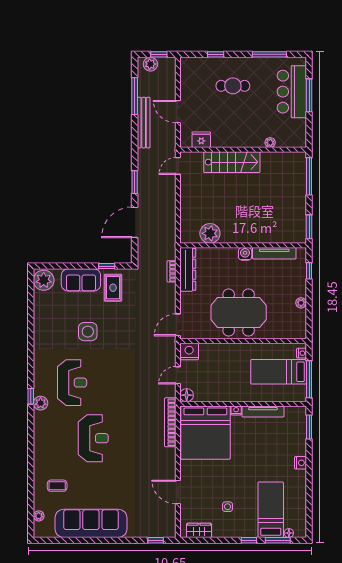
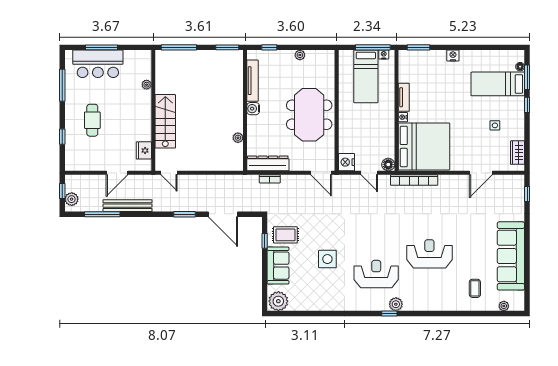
plant: (210, 233) -> (238, 138), width x0.53, depth x0.53
nightstand: (302, 353) -> (384, 55), moved
tv unit: (263, 411) -> (404, 97), width x0.71

